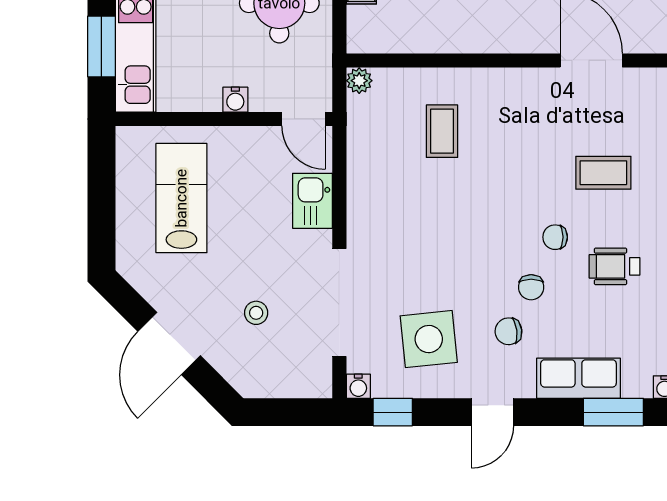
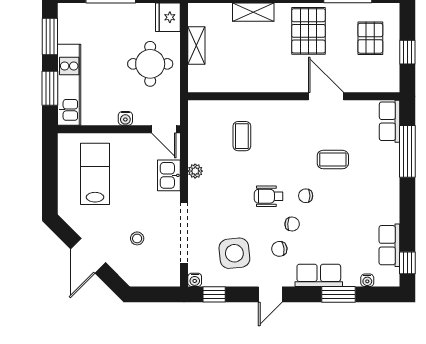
plant: (359, 81) -> (195, 171), moved
wheelchair: (615, 266) -> (269, 196), moved
chair: (531, 287) -> (292, 224), turned -87

